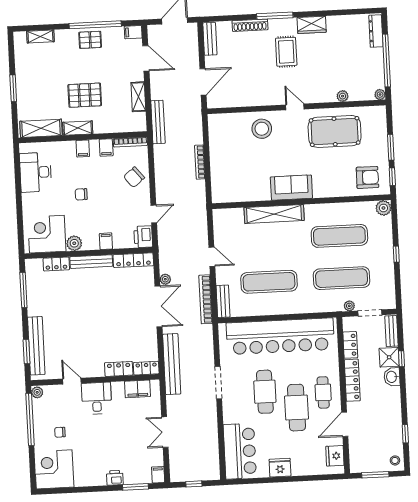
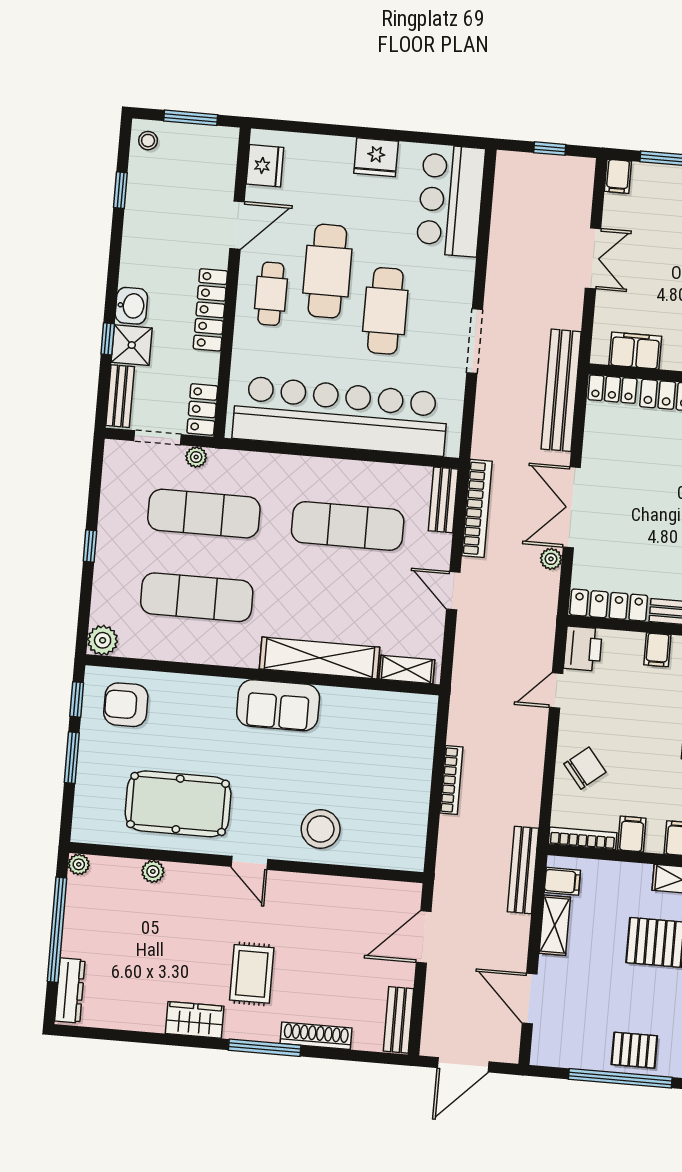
filing cabinet: (133, 32) -> (562, 881), moved
shelving: (230, 214) -> (407, 669), added
locker: (350, 345) -> (202, 409), moved

